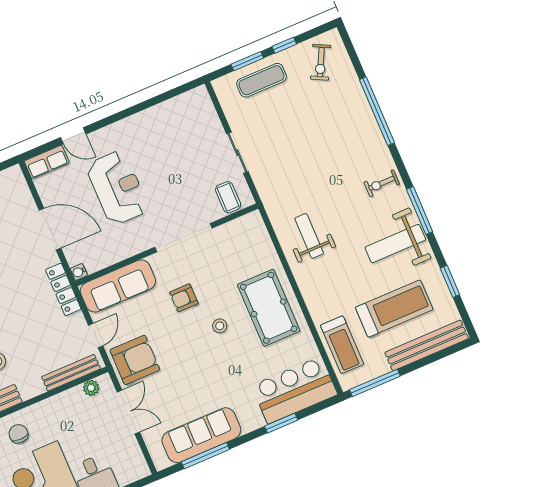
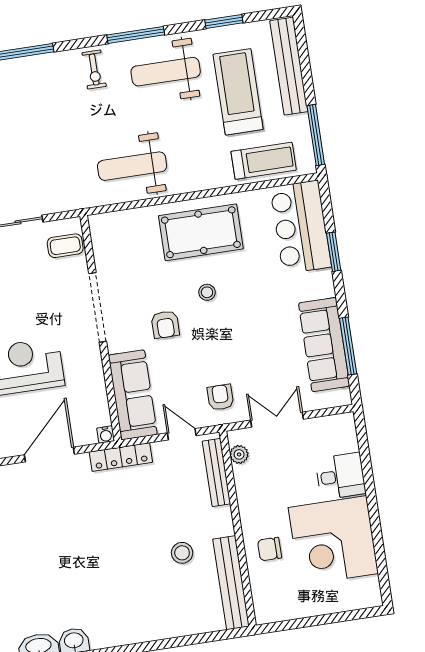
weight bench: (309, 236) -> (132, 166), width x1.36, depth x1.33
weight bench: (395, 244) -> (166, 72), turned 90
armchair: (135, 360) -> (221, 397), width x0.53, depth x0.53

